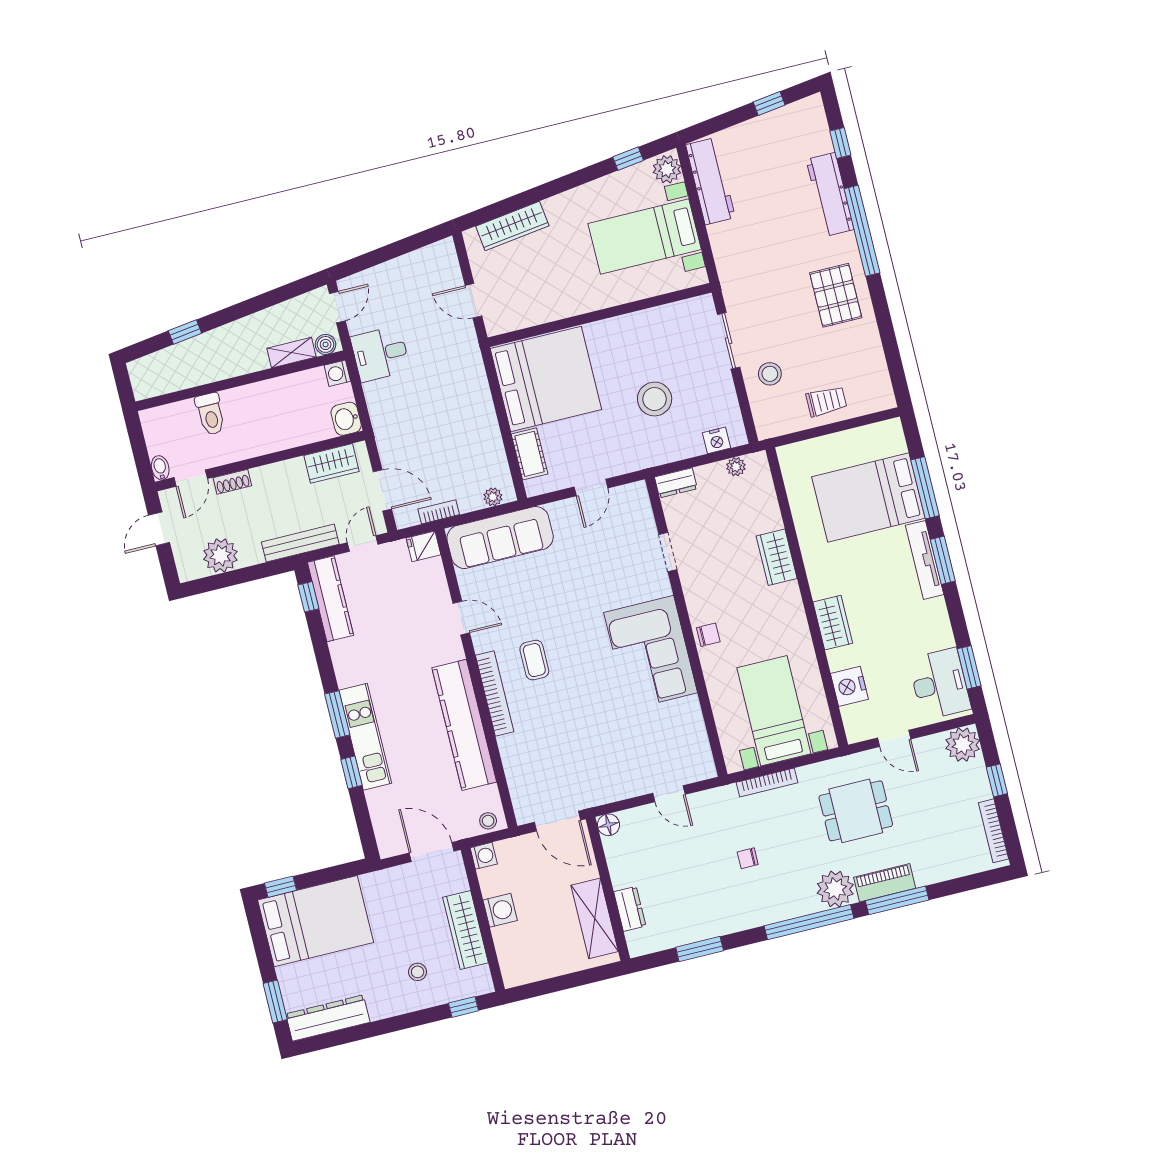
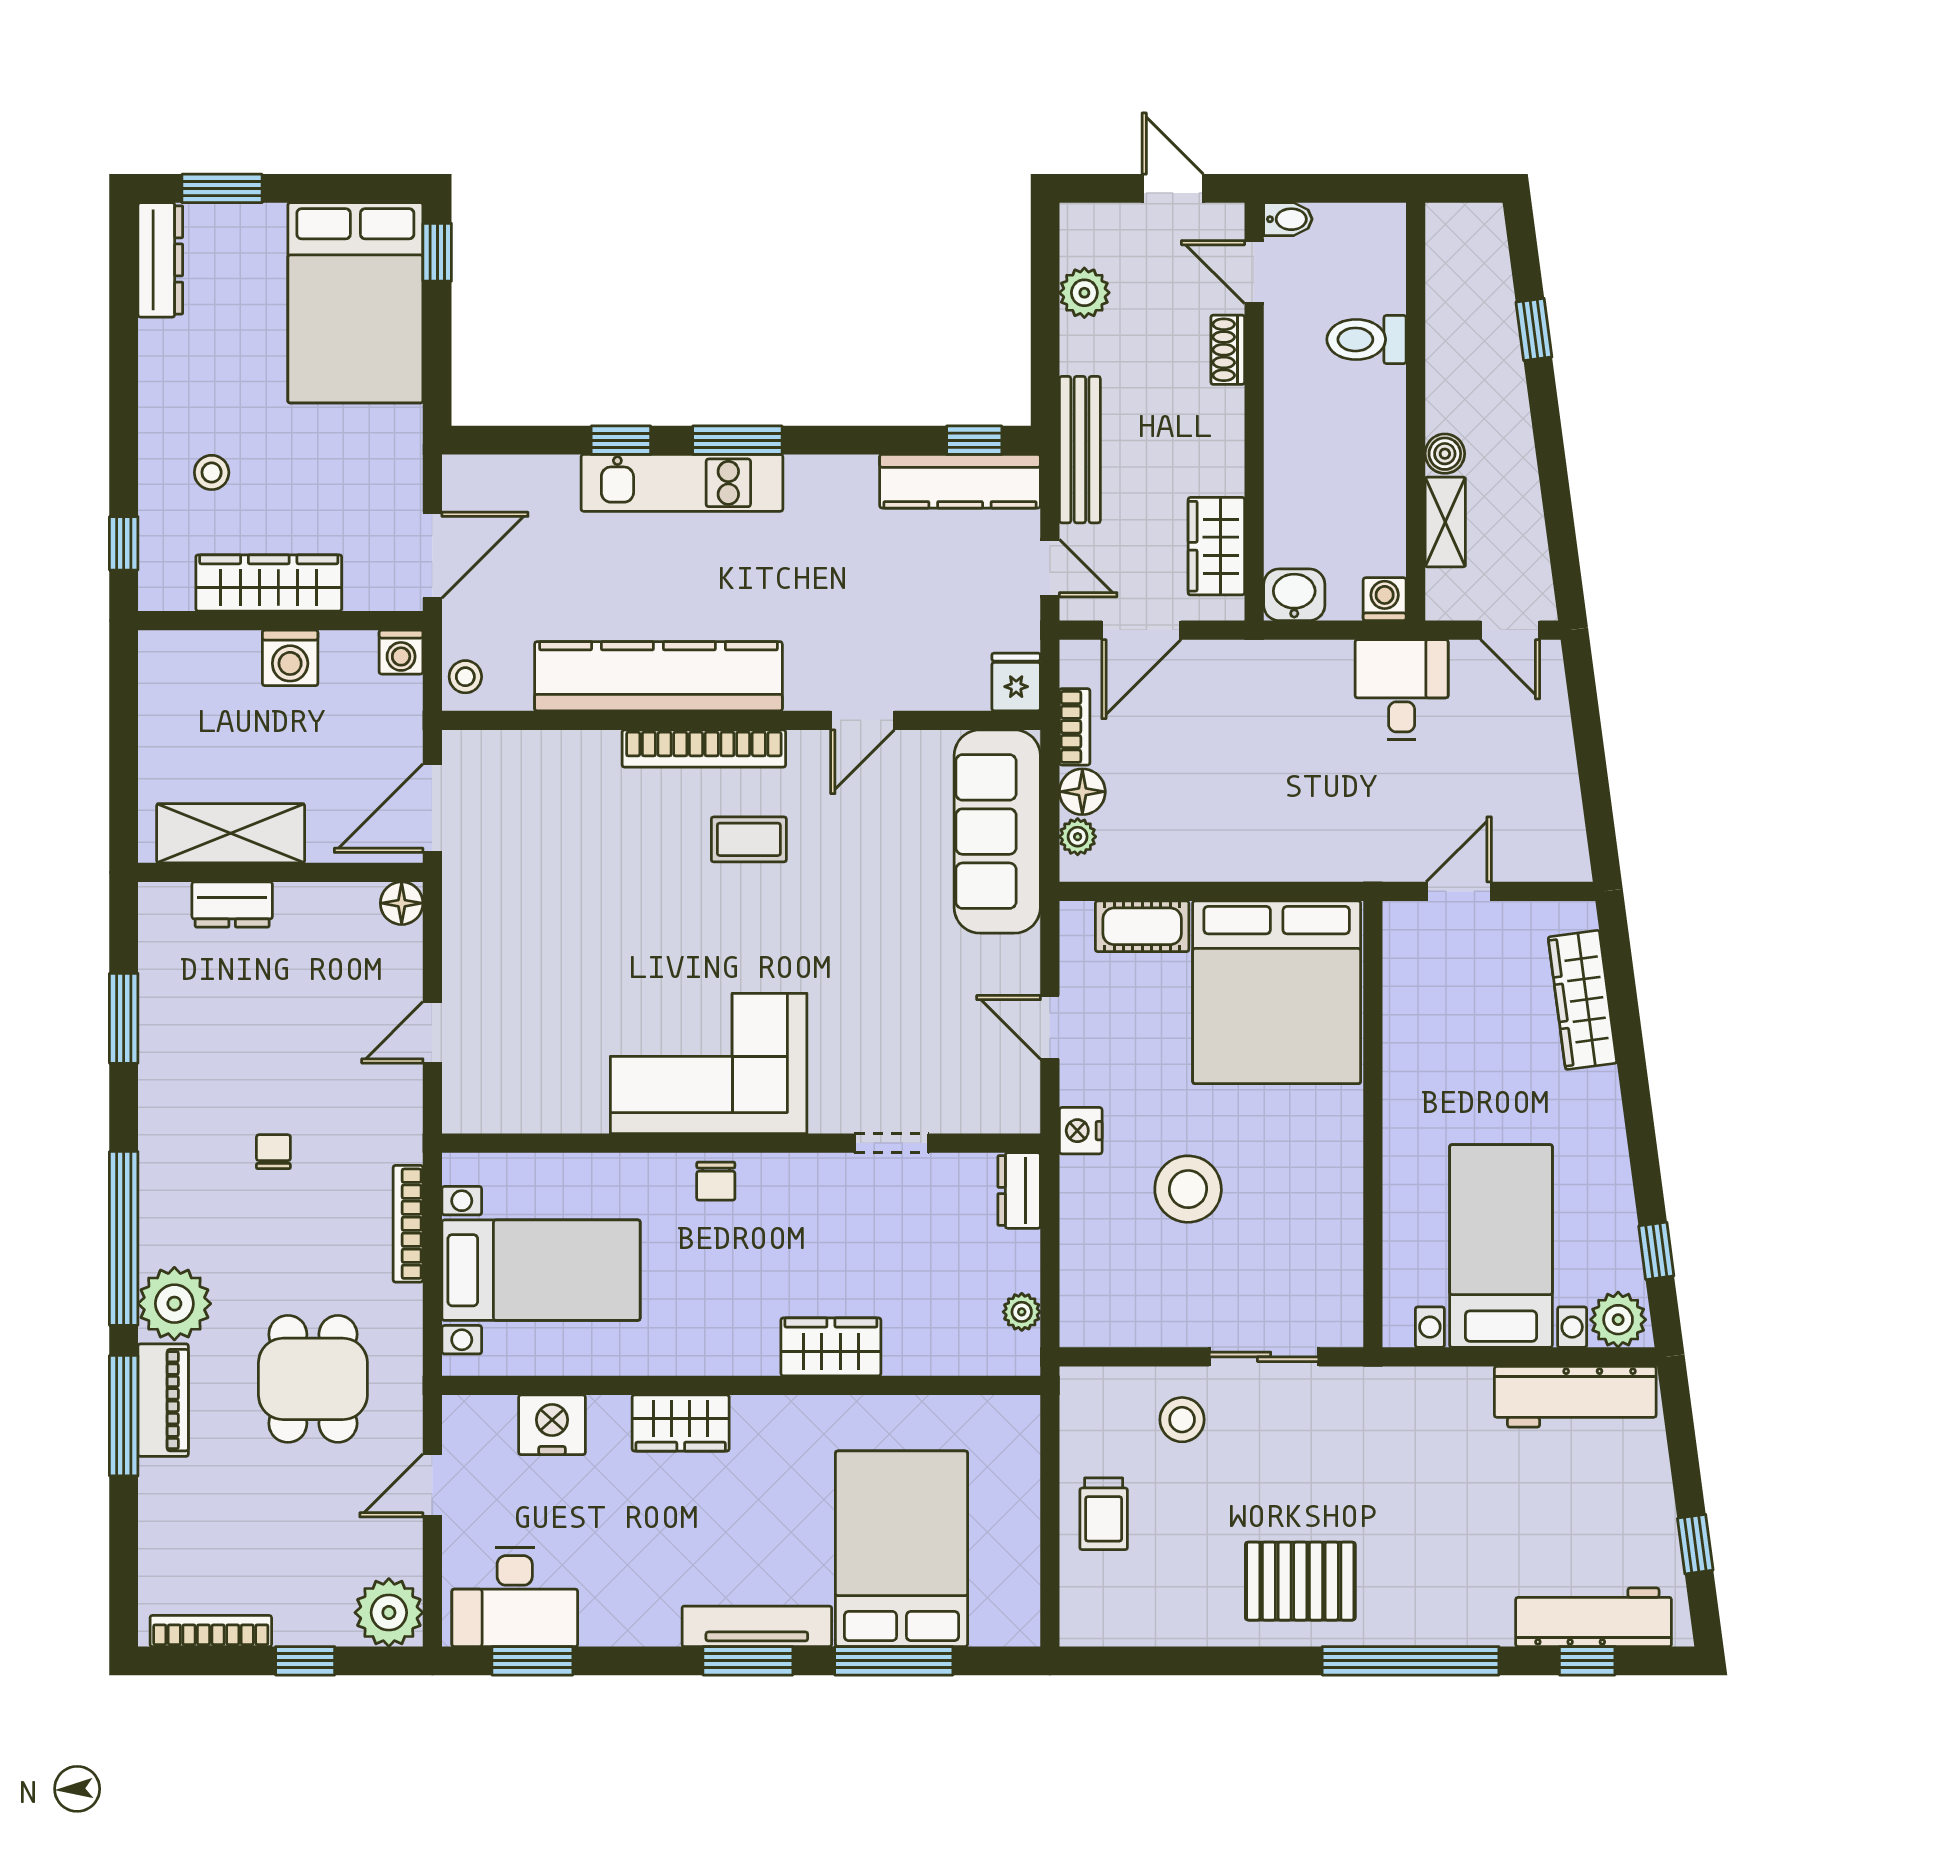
workbench: (830, 194) -> (1594, 1617), moved
boiler: (326, 344) -> (1445, 454), moved
nightstand: (716, 440) -> (1081, 1131), moved
floor lamp: (470, 500) -> (1082, 792), added
plant: (220, 555) -> (1084, 293), width x0.73, depth x0.73
dresser: (328, 1018) -> (160, 260), width x0.73, depth x0.80

